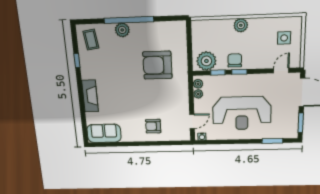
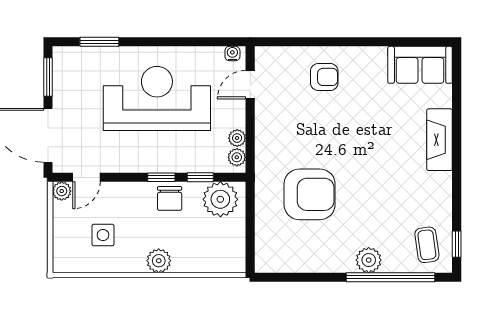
window: (129, 20) -> (391, 277), moved
side table: (284, 38) -> (103, 235), moved
window: (77, 61) -> (457, 244), moved
plant: (295, 63) -> (62, 191), added

